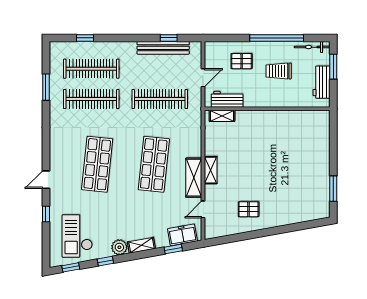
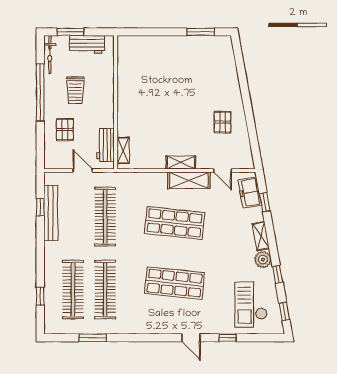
checkout: (77, 236) -> (251, 304), turned 90

